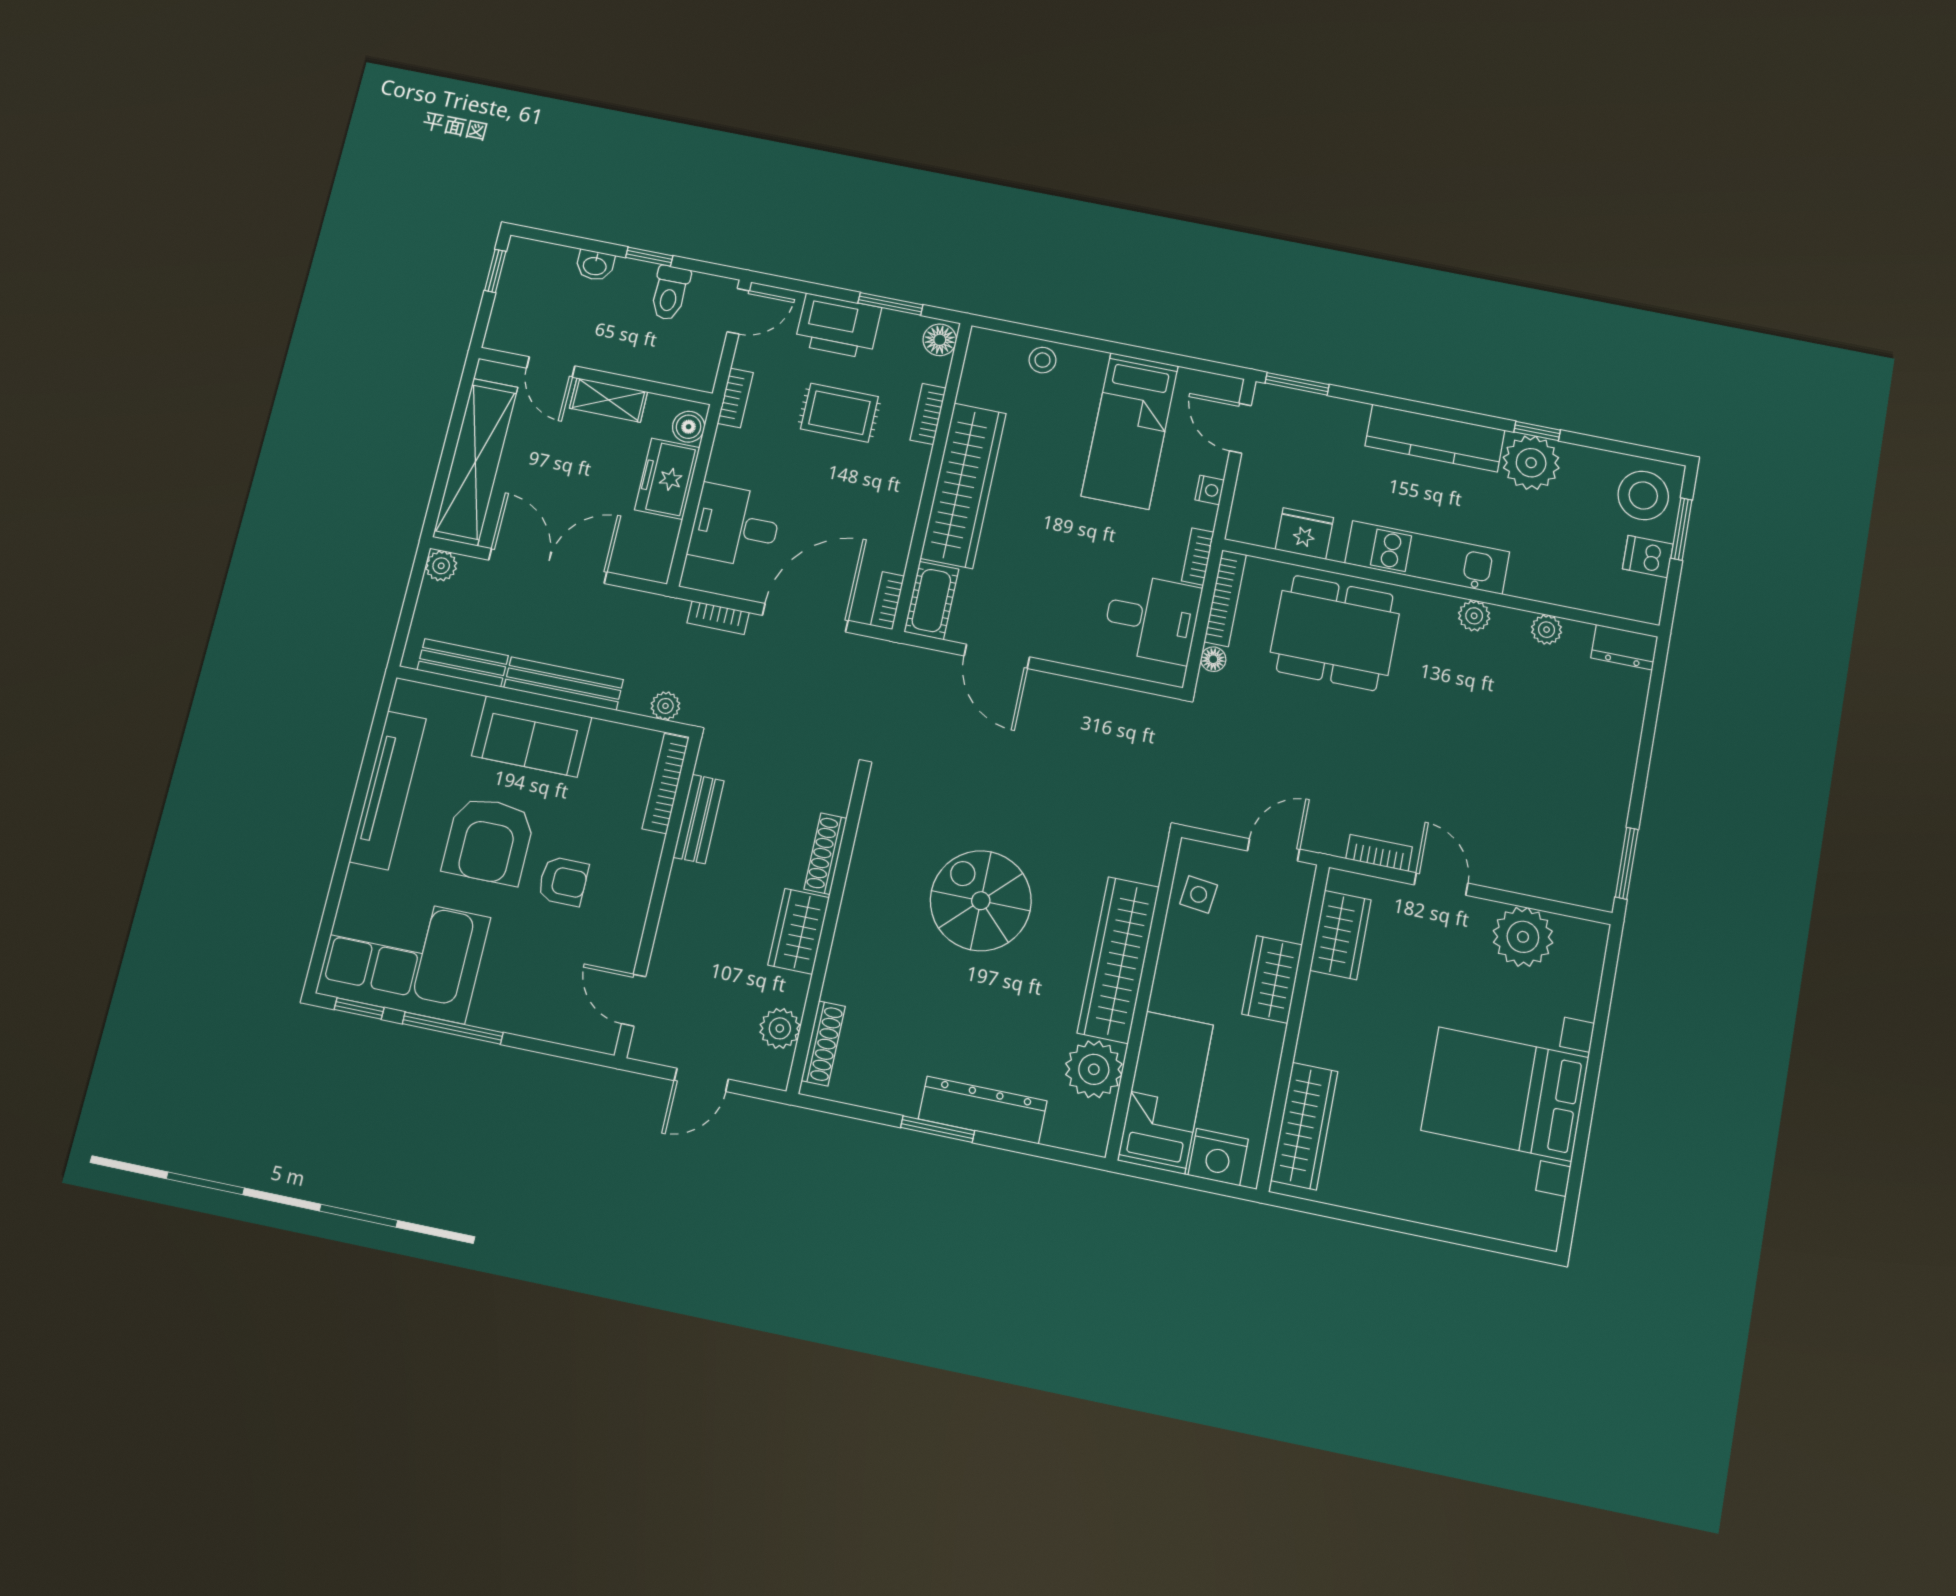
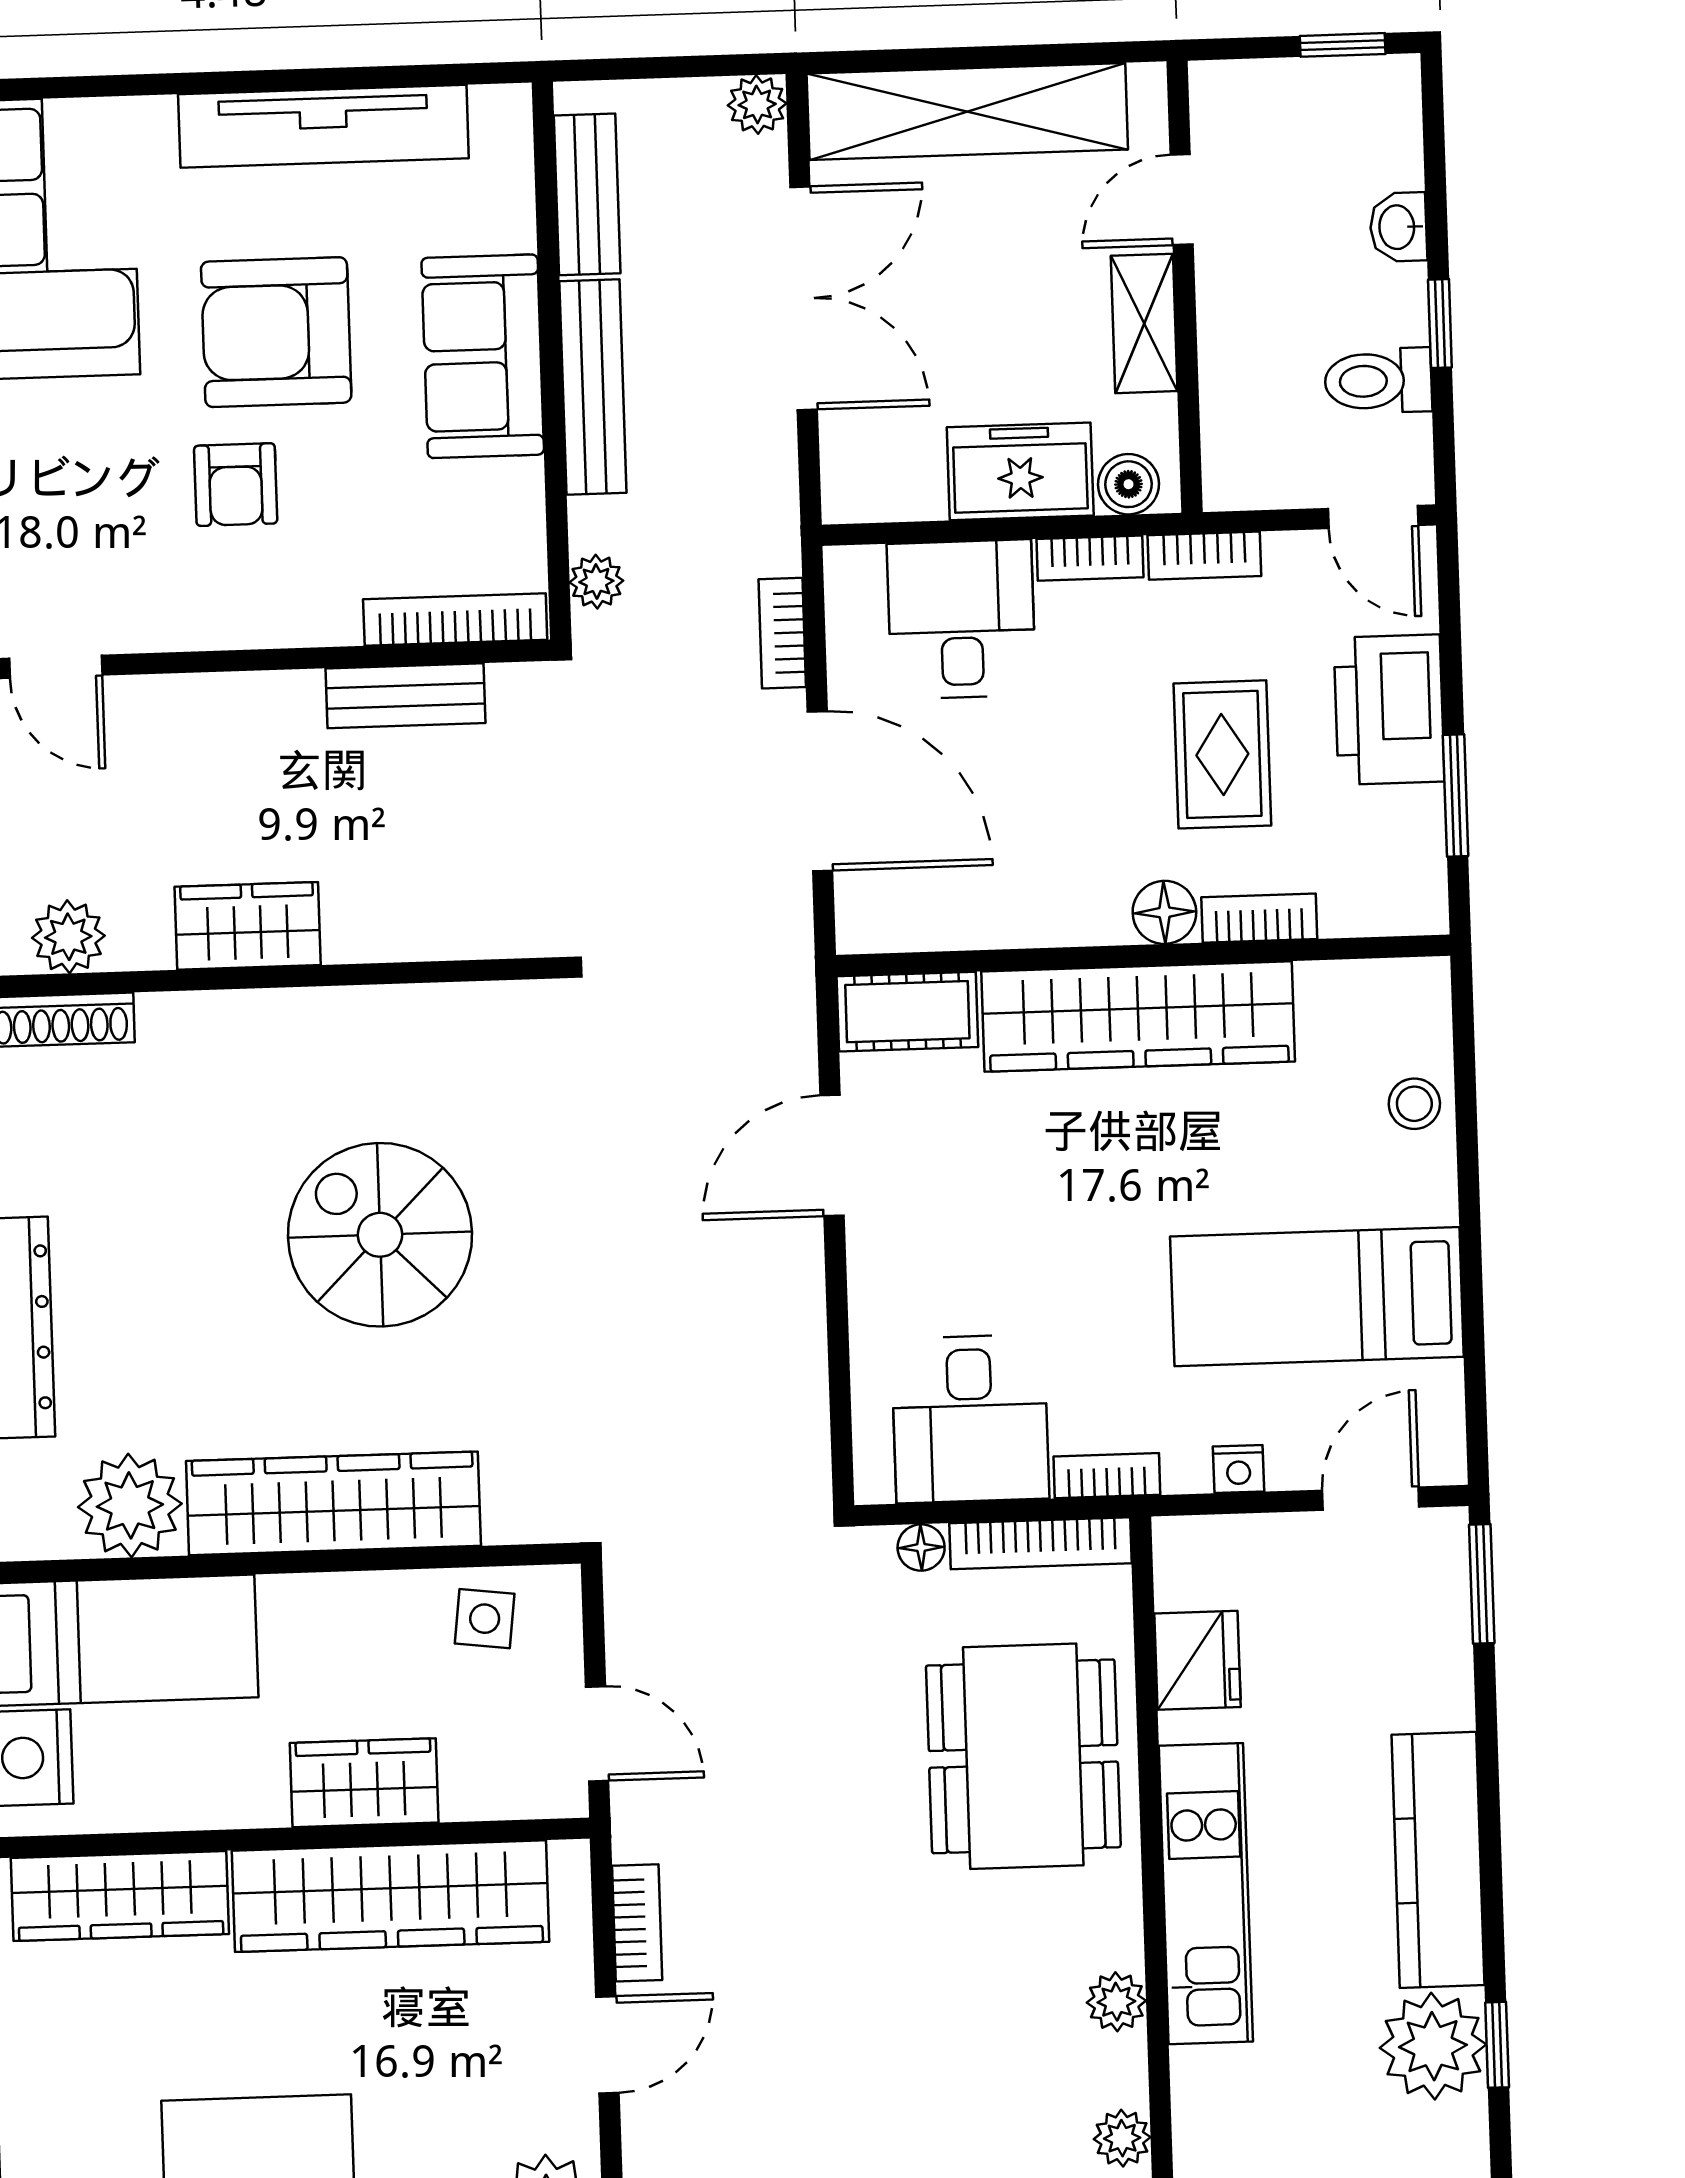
floor lamp: (940, 340) -> (1164, 912), moved
bookcase: (888, 601) -> (1090, 558), moved, turned 180
shoe rack: (825, 854) -> (398, 938), removed
spiral stairs: (981, 901) -> (380, 1235), turned -90
wardrobe: (1340, 935) -> (391, 1896), width x2.10, depth x1.17
door: (634, 1000) -> (56, 667), swing flipped

